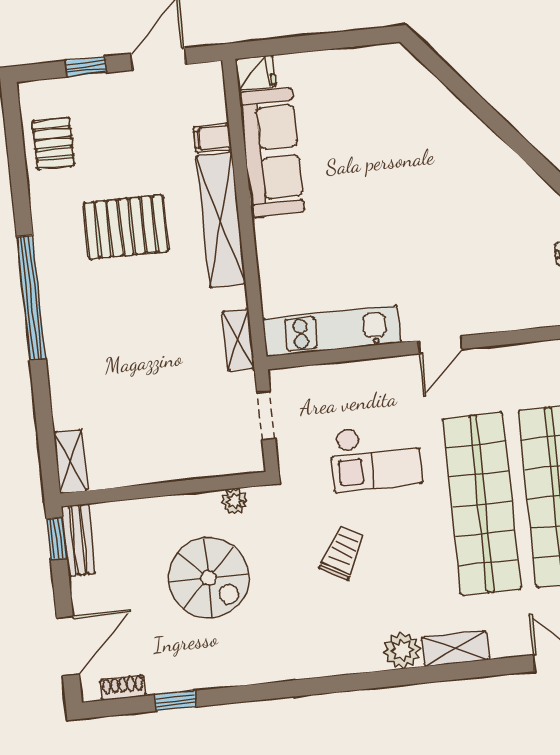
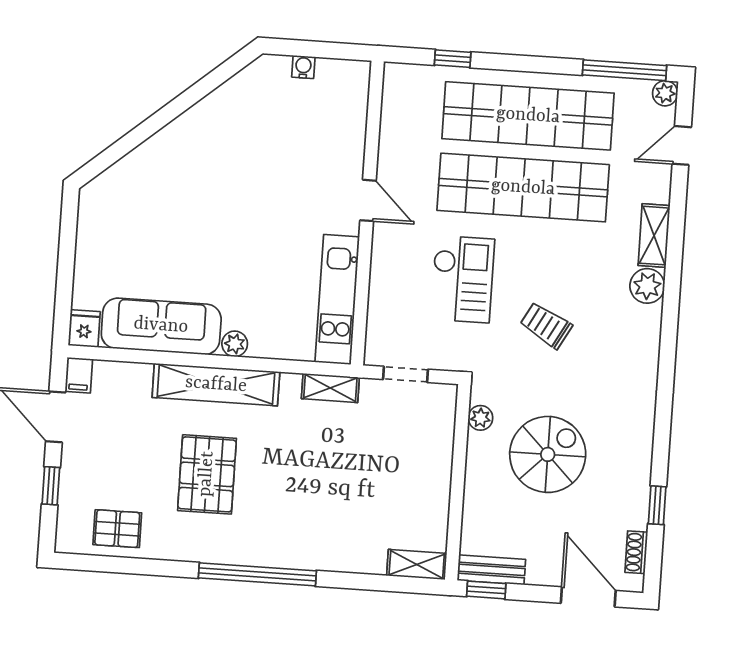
filing cabinet: (212, 138) -> (79, 375), moved
plant: (267, 232) -> (235, 344), added

